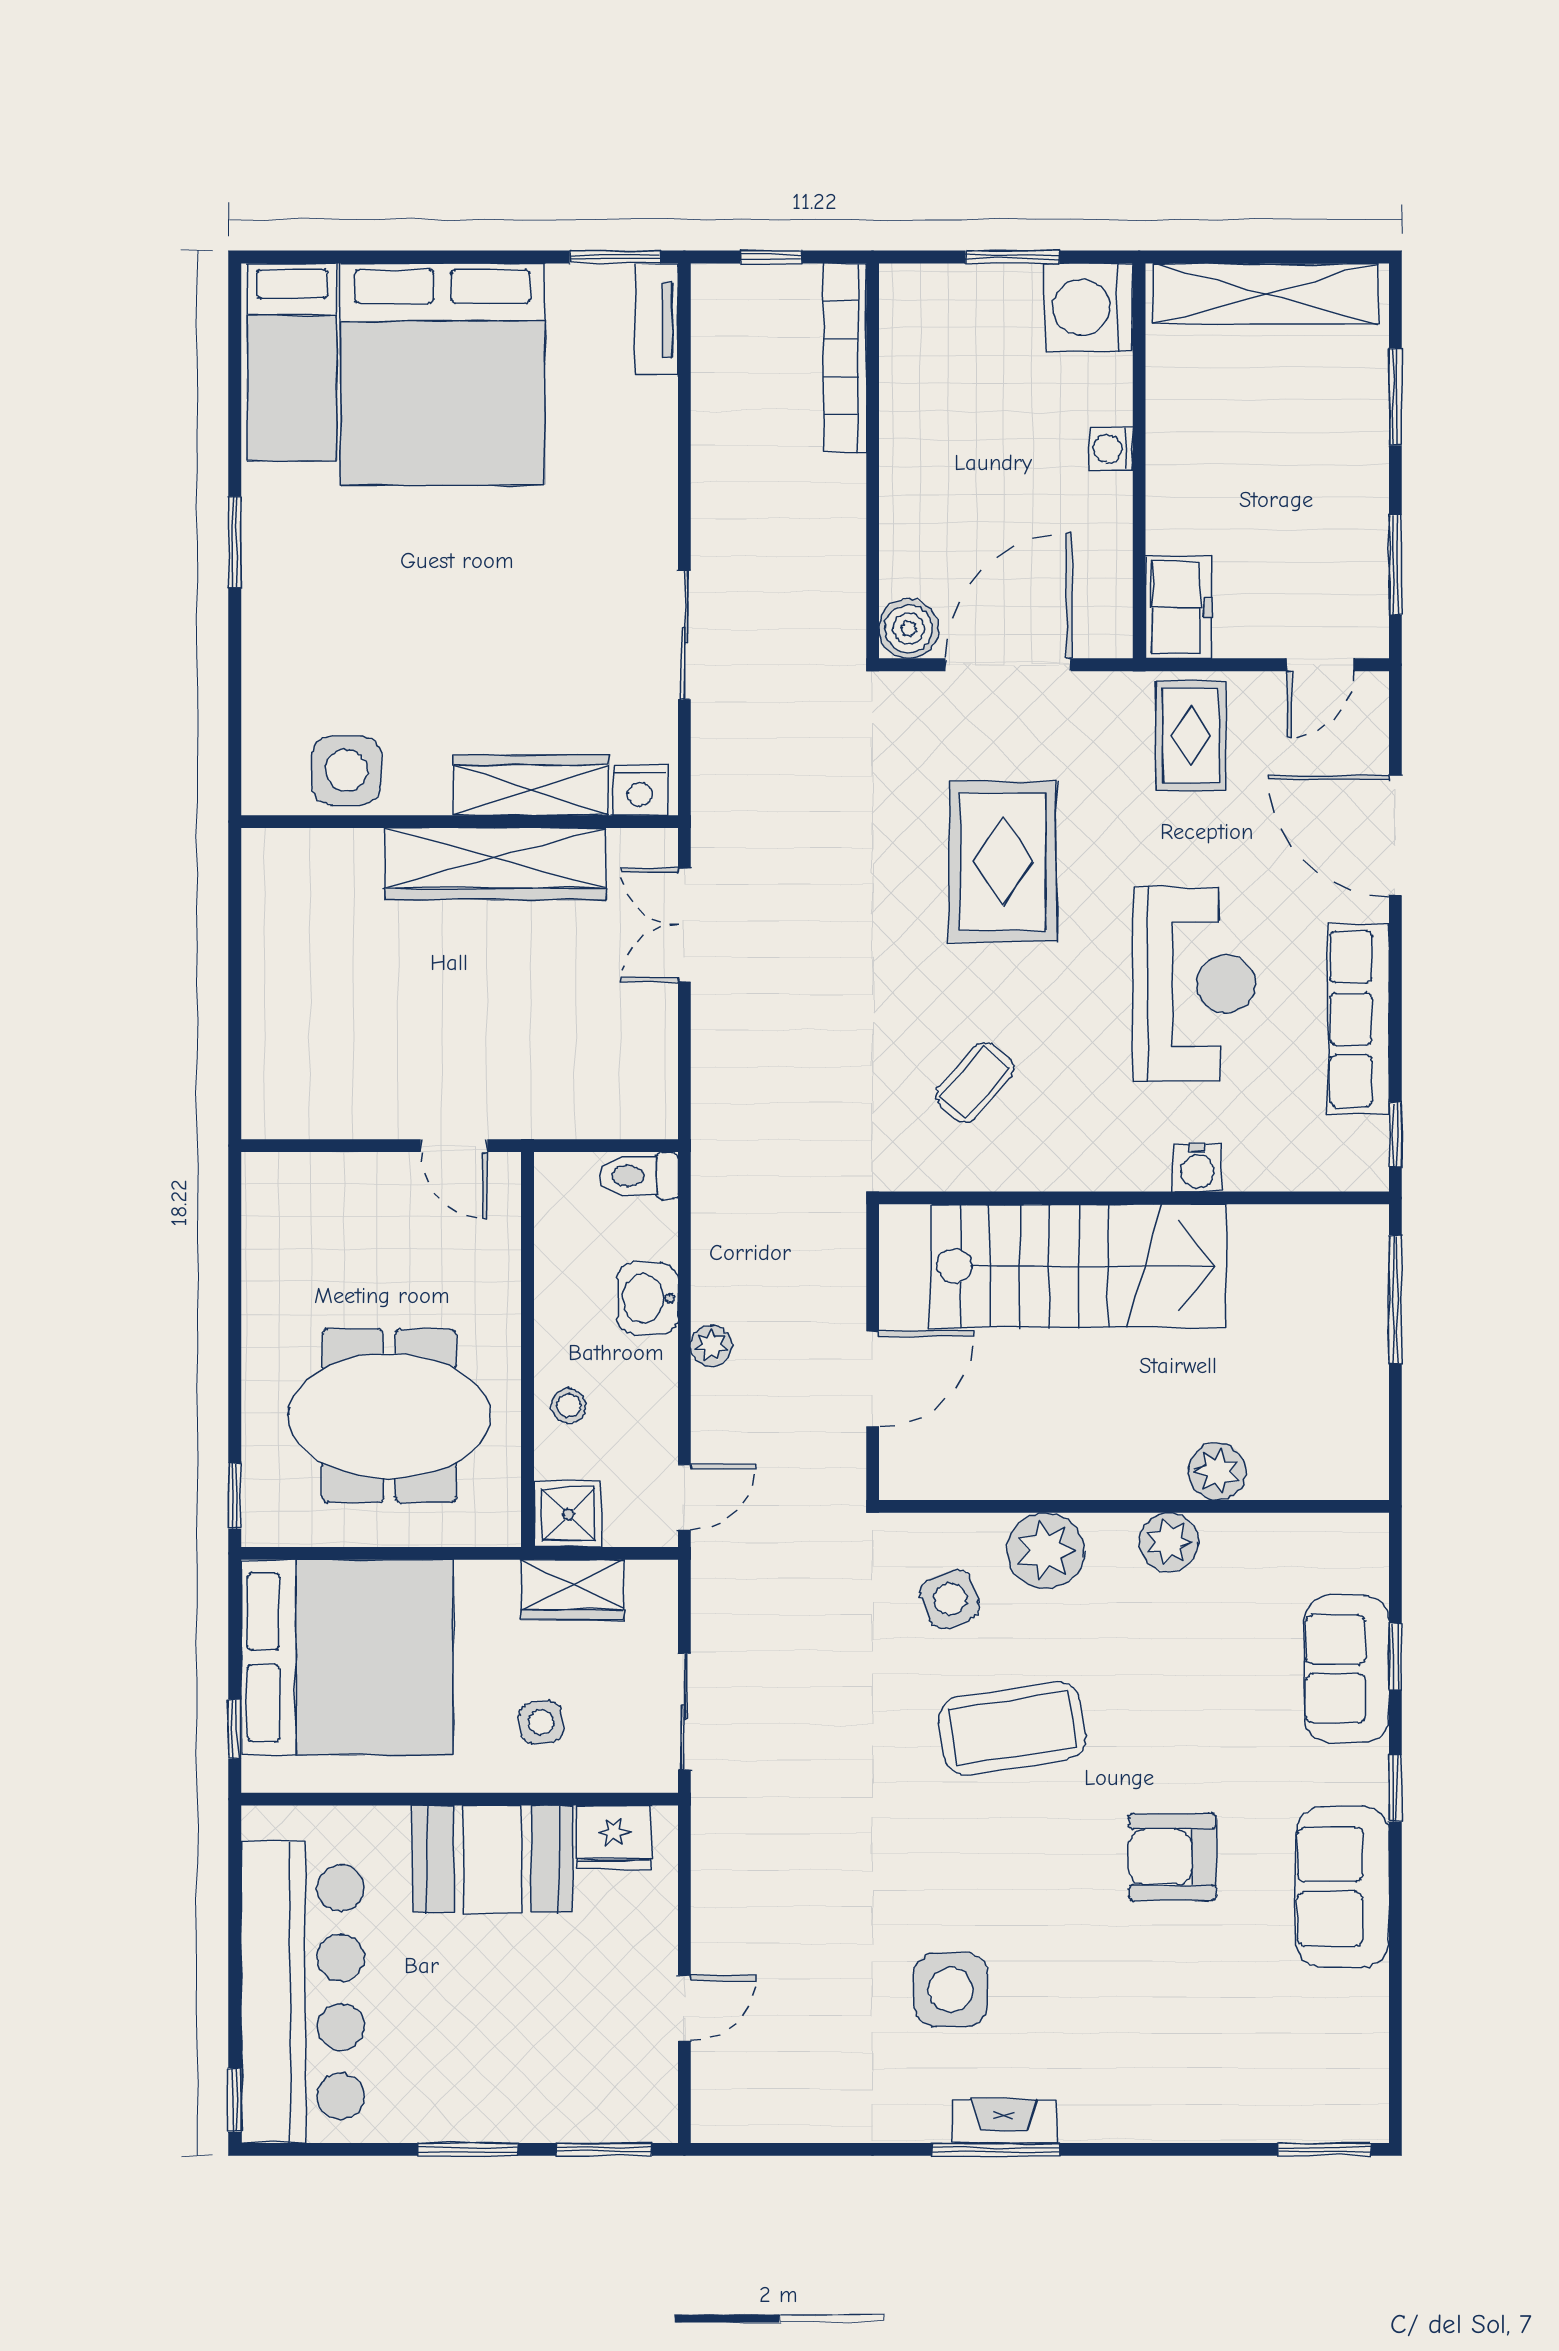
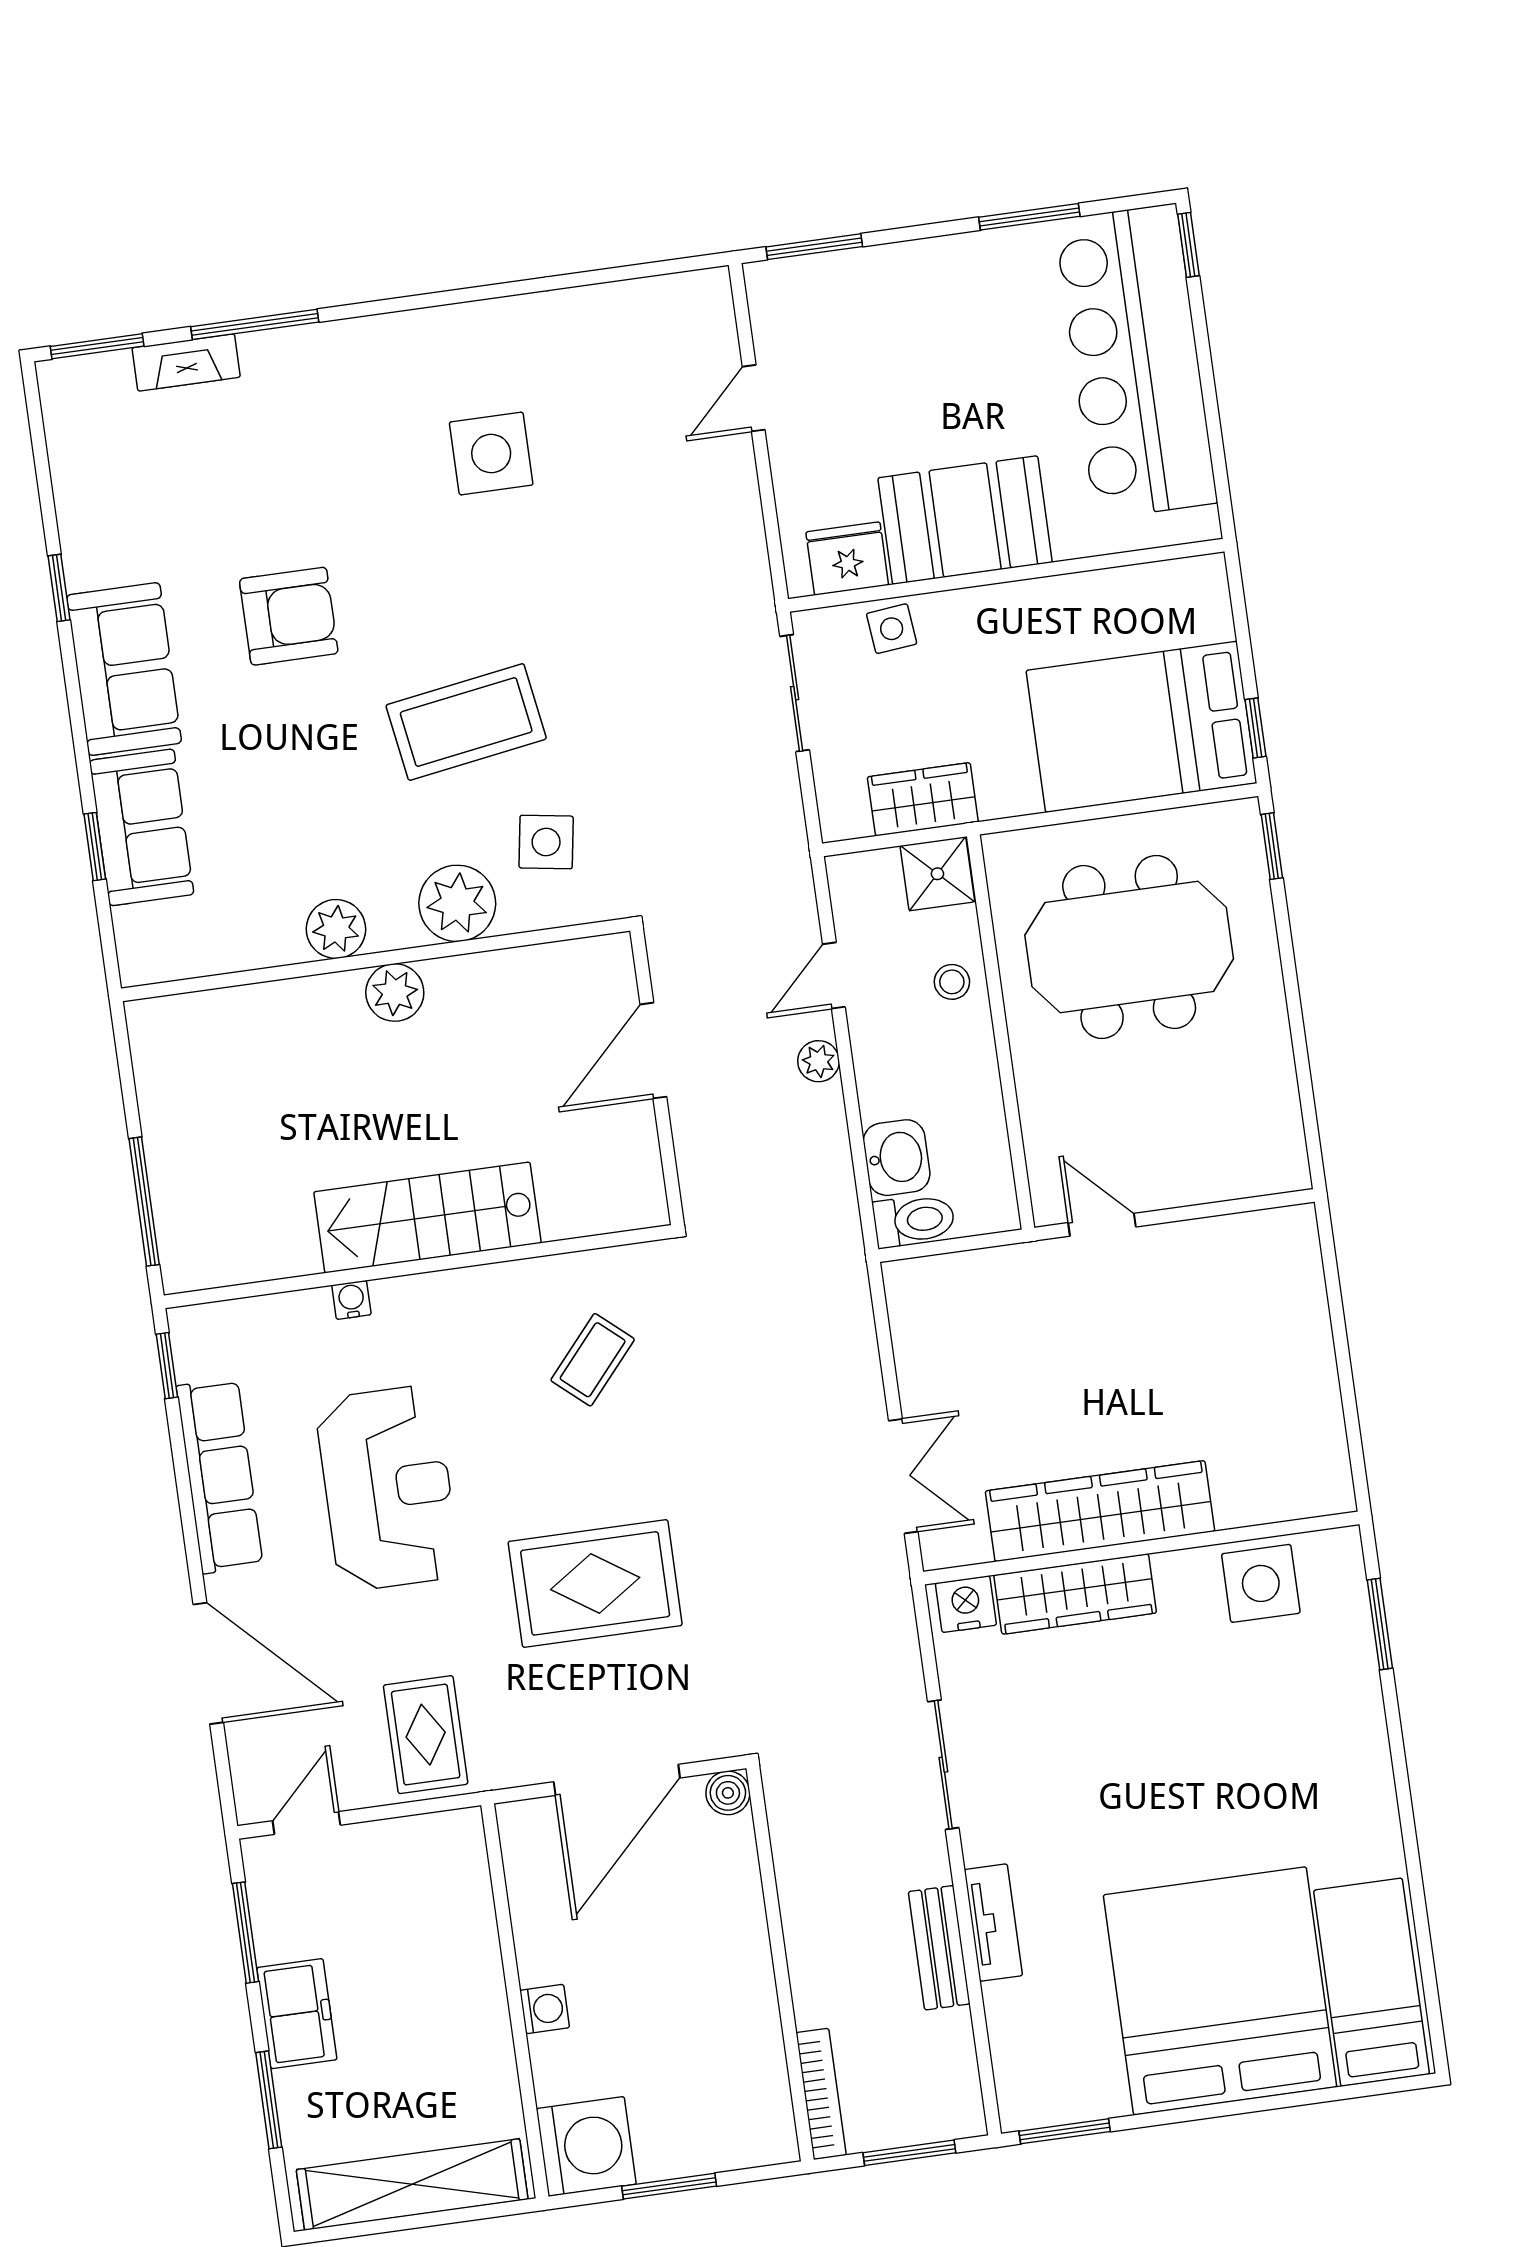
window: (771, 257) -> (909, 2153), width x1.50
tv unit: (657, 320) -> (993, 1923), moved
bookcase: (845, 358) -> (821, 2094), width x0.68, depth x0.76
bench: (713, 455) -> (939, 1948), added
window: (235, 542) -> (1380, 1624), moved
freezer: (1179, 607) -> (297, 2014), moved, turned 180
boiler: (909, 629) -> (728, 1793), width x0.73, depth x0.73
rug: (1003, 861) -> (595, 1583), turned 90
reception desk: (1194, 984) -> (388, 1488), turned 180
water cooler: (1198, 1168) -> (351, 1300), width x0.72, depth x0.72
stairs: (1079, 1266) -> (427, 1217), width x0.73, depth x0.66
washbasin: (647, 1298) -> (897, 1158), moved
plant: (1217, 1471) -> (395, 993), moved
door: (684, 1497) -> (834, 976), moved
side table: (950, 1599) -> (546, 842), turned 30
bed: (347, 1657) -> (1141, 727), width x0.73
side table: (541, 1722) -> (892, 629), moved
window: (235, 1729) -> (1255, 728), moved
window: (1395, 1788) -> (59, 588), moved
sofa: (1342, 1887) -> (124, 669), moved
fireplace: (1004, 2121) -> (186, 362), moved
window: (468, 2149) -> (1029, 217), moved
window: (996, 2149) -> (255, 324), moved

